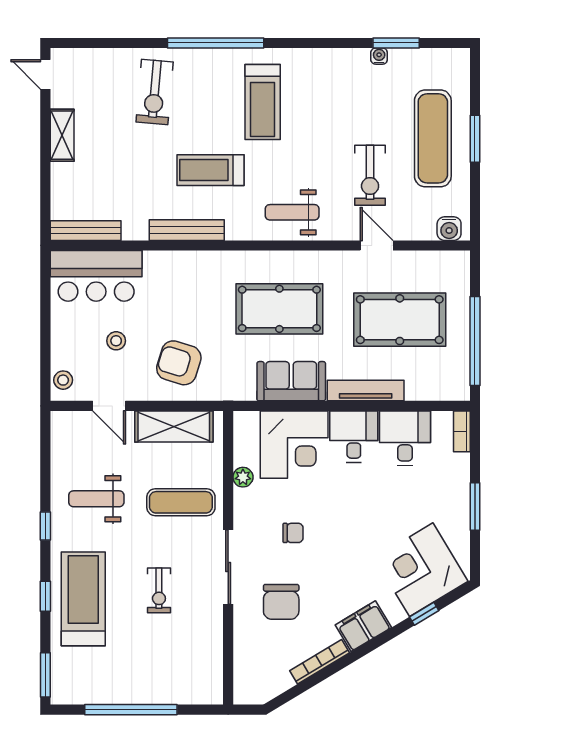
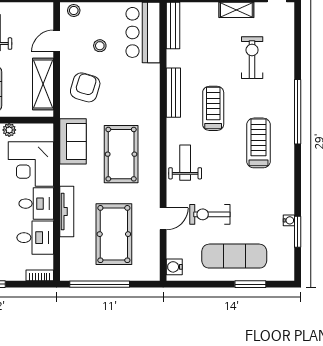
exercise bike: (155, 92) -> (252, 58), moved, turned 85
treadmill: (263, 102) -> (258, 143), turned 90
window: (475, 139) -> (250, 284), moved
sofa: (291, 381) -> (73, 141), moved

